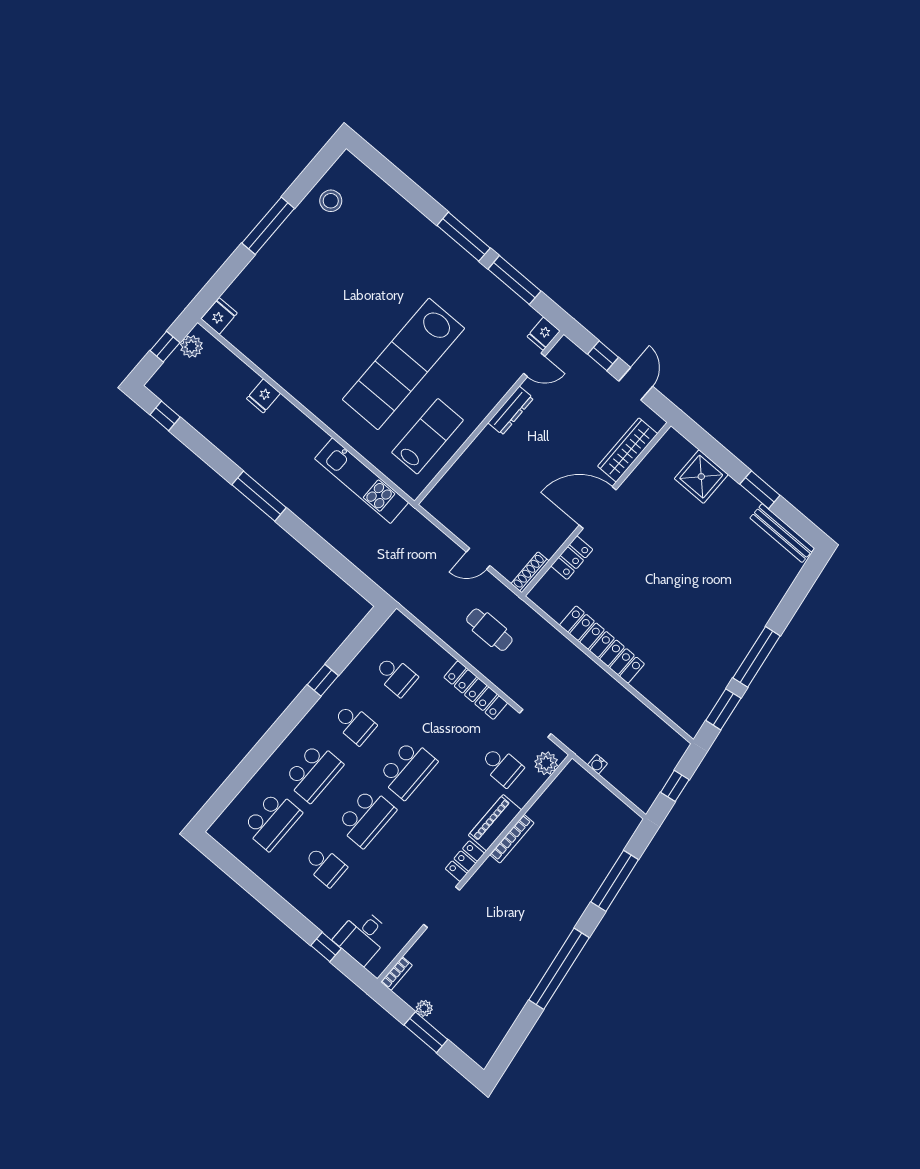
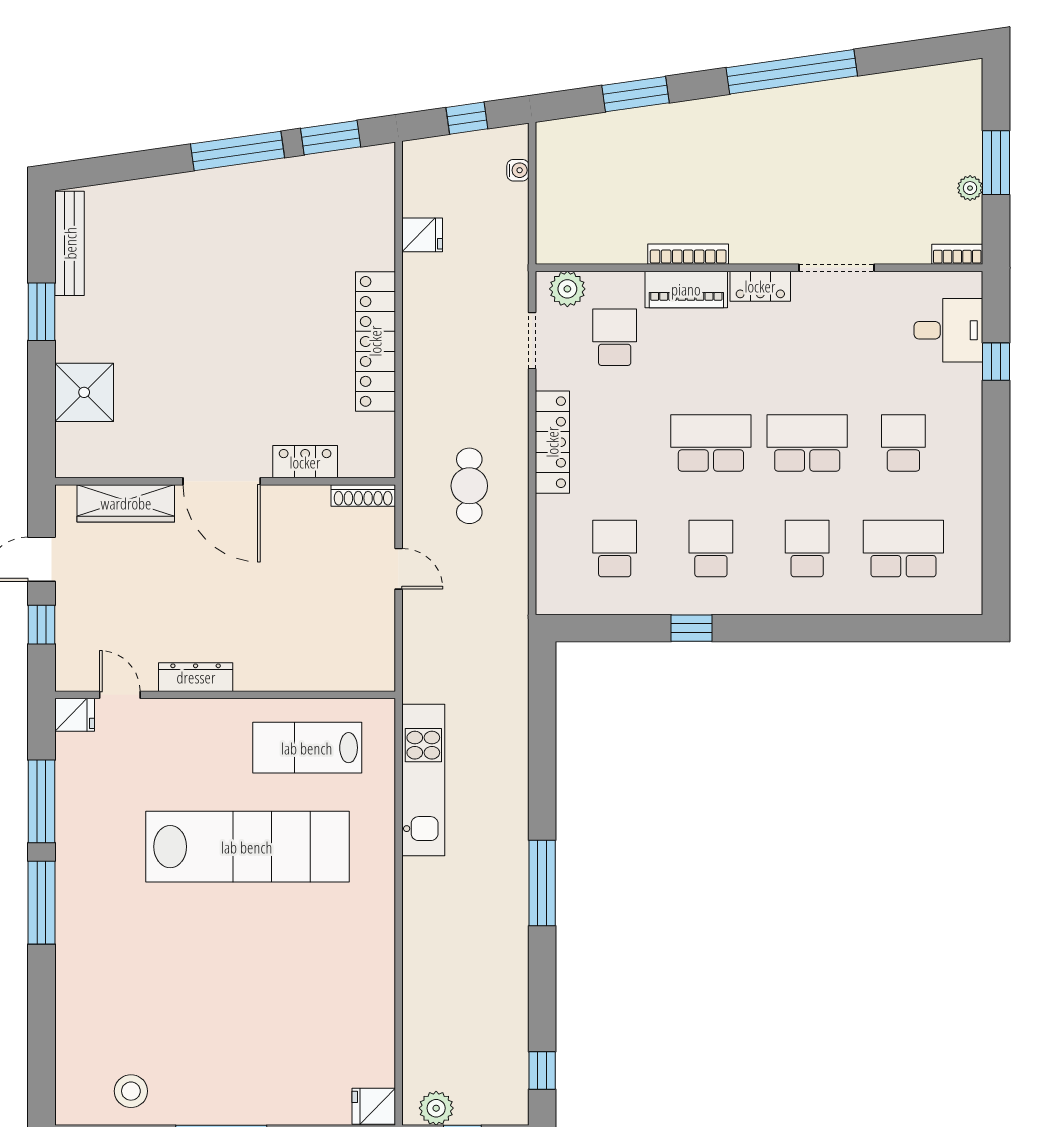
fridge: (263, 396) -> (422, 235), moved
water cooler: (598, 764) -> (518, 170), moved
school desk: (313, 772) -> (807, 549), width x0.54
window: (615, 881) -> (635, 94), width x0.69

